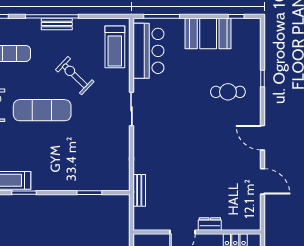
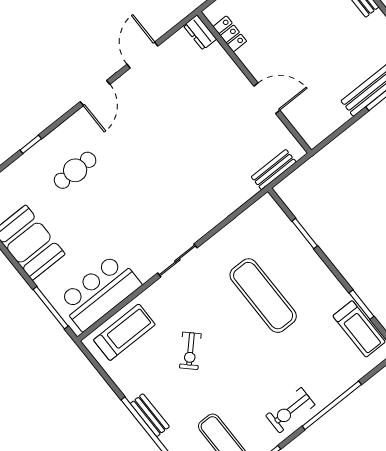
exercise bike: (75, 76) -> (190, 351), width x0.73, depth x0.72
cafe table: (228, 92) -> (75, 170), turned 90
exercise mat: (42, 110) -> (263, 296), moved
bench: (139, 190) -> (274, 170), moved
dresser: (210, 224) -> (200, 32), moved

